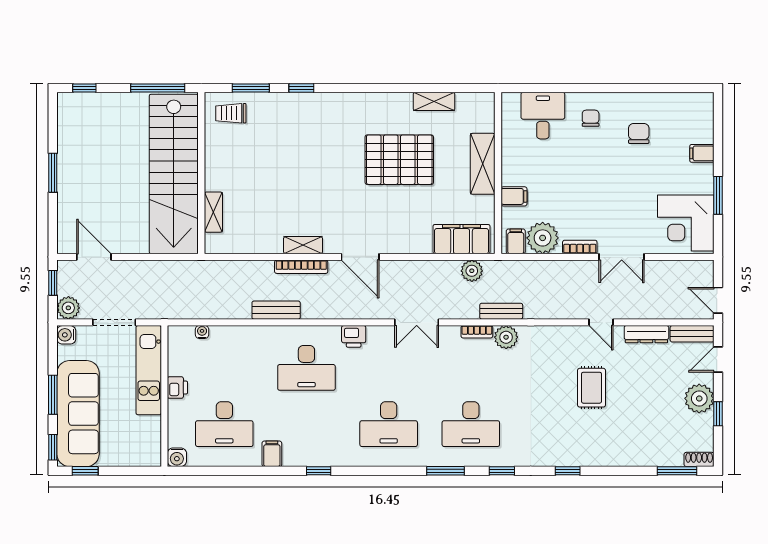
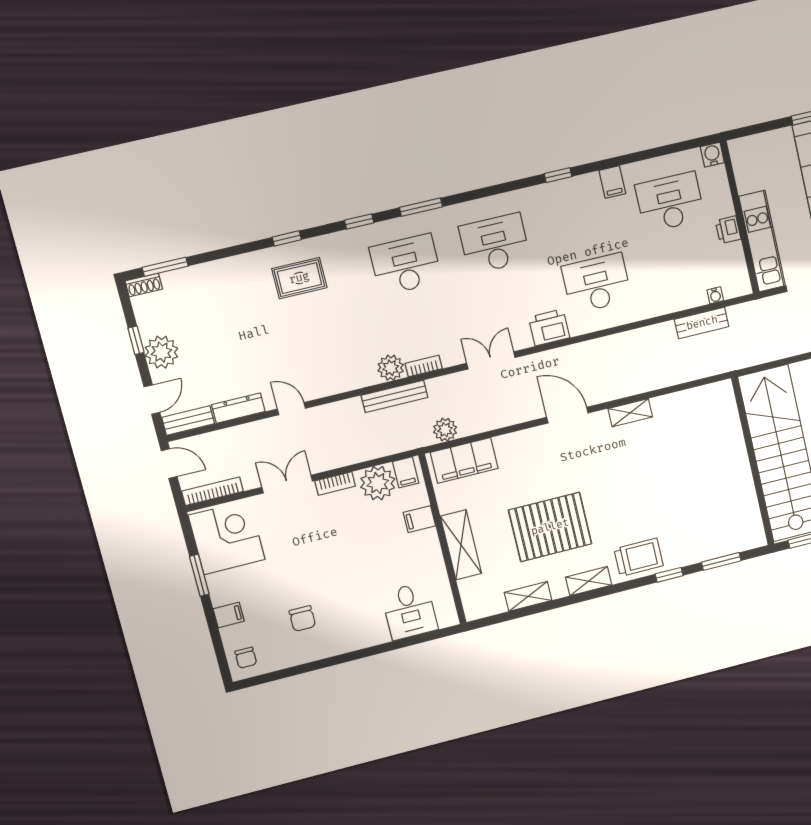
trolley: (231, 113) -> (639, 557), moved, width x1.36, depth x1.39
chair: (591, 118) -> (246, 658), moved
shelving: (213, 212) -> (589, 581), moved, turned 90
bookcase: (301, 267) -> (212, 491), moved
bench: (276, 310) -> (702, 323), moved
bench: (501, 311) -> (395, 396), width x1.36
printer: (354, 336) -> (549, 327), width x1.36, depth x1.24
rug: (591, 388) -> (299, 278), moved, turned 90

